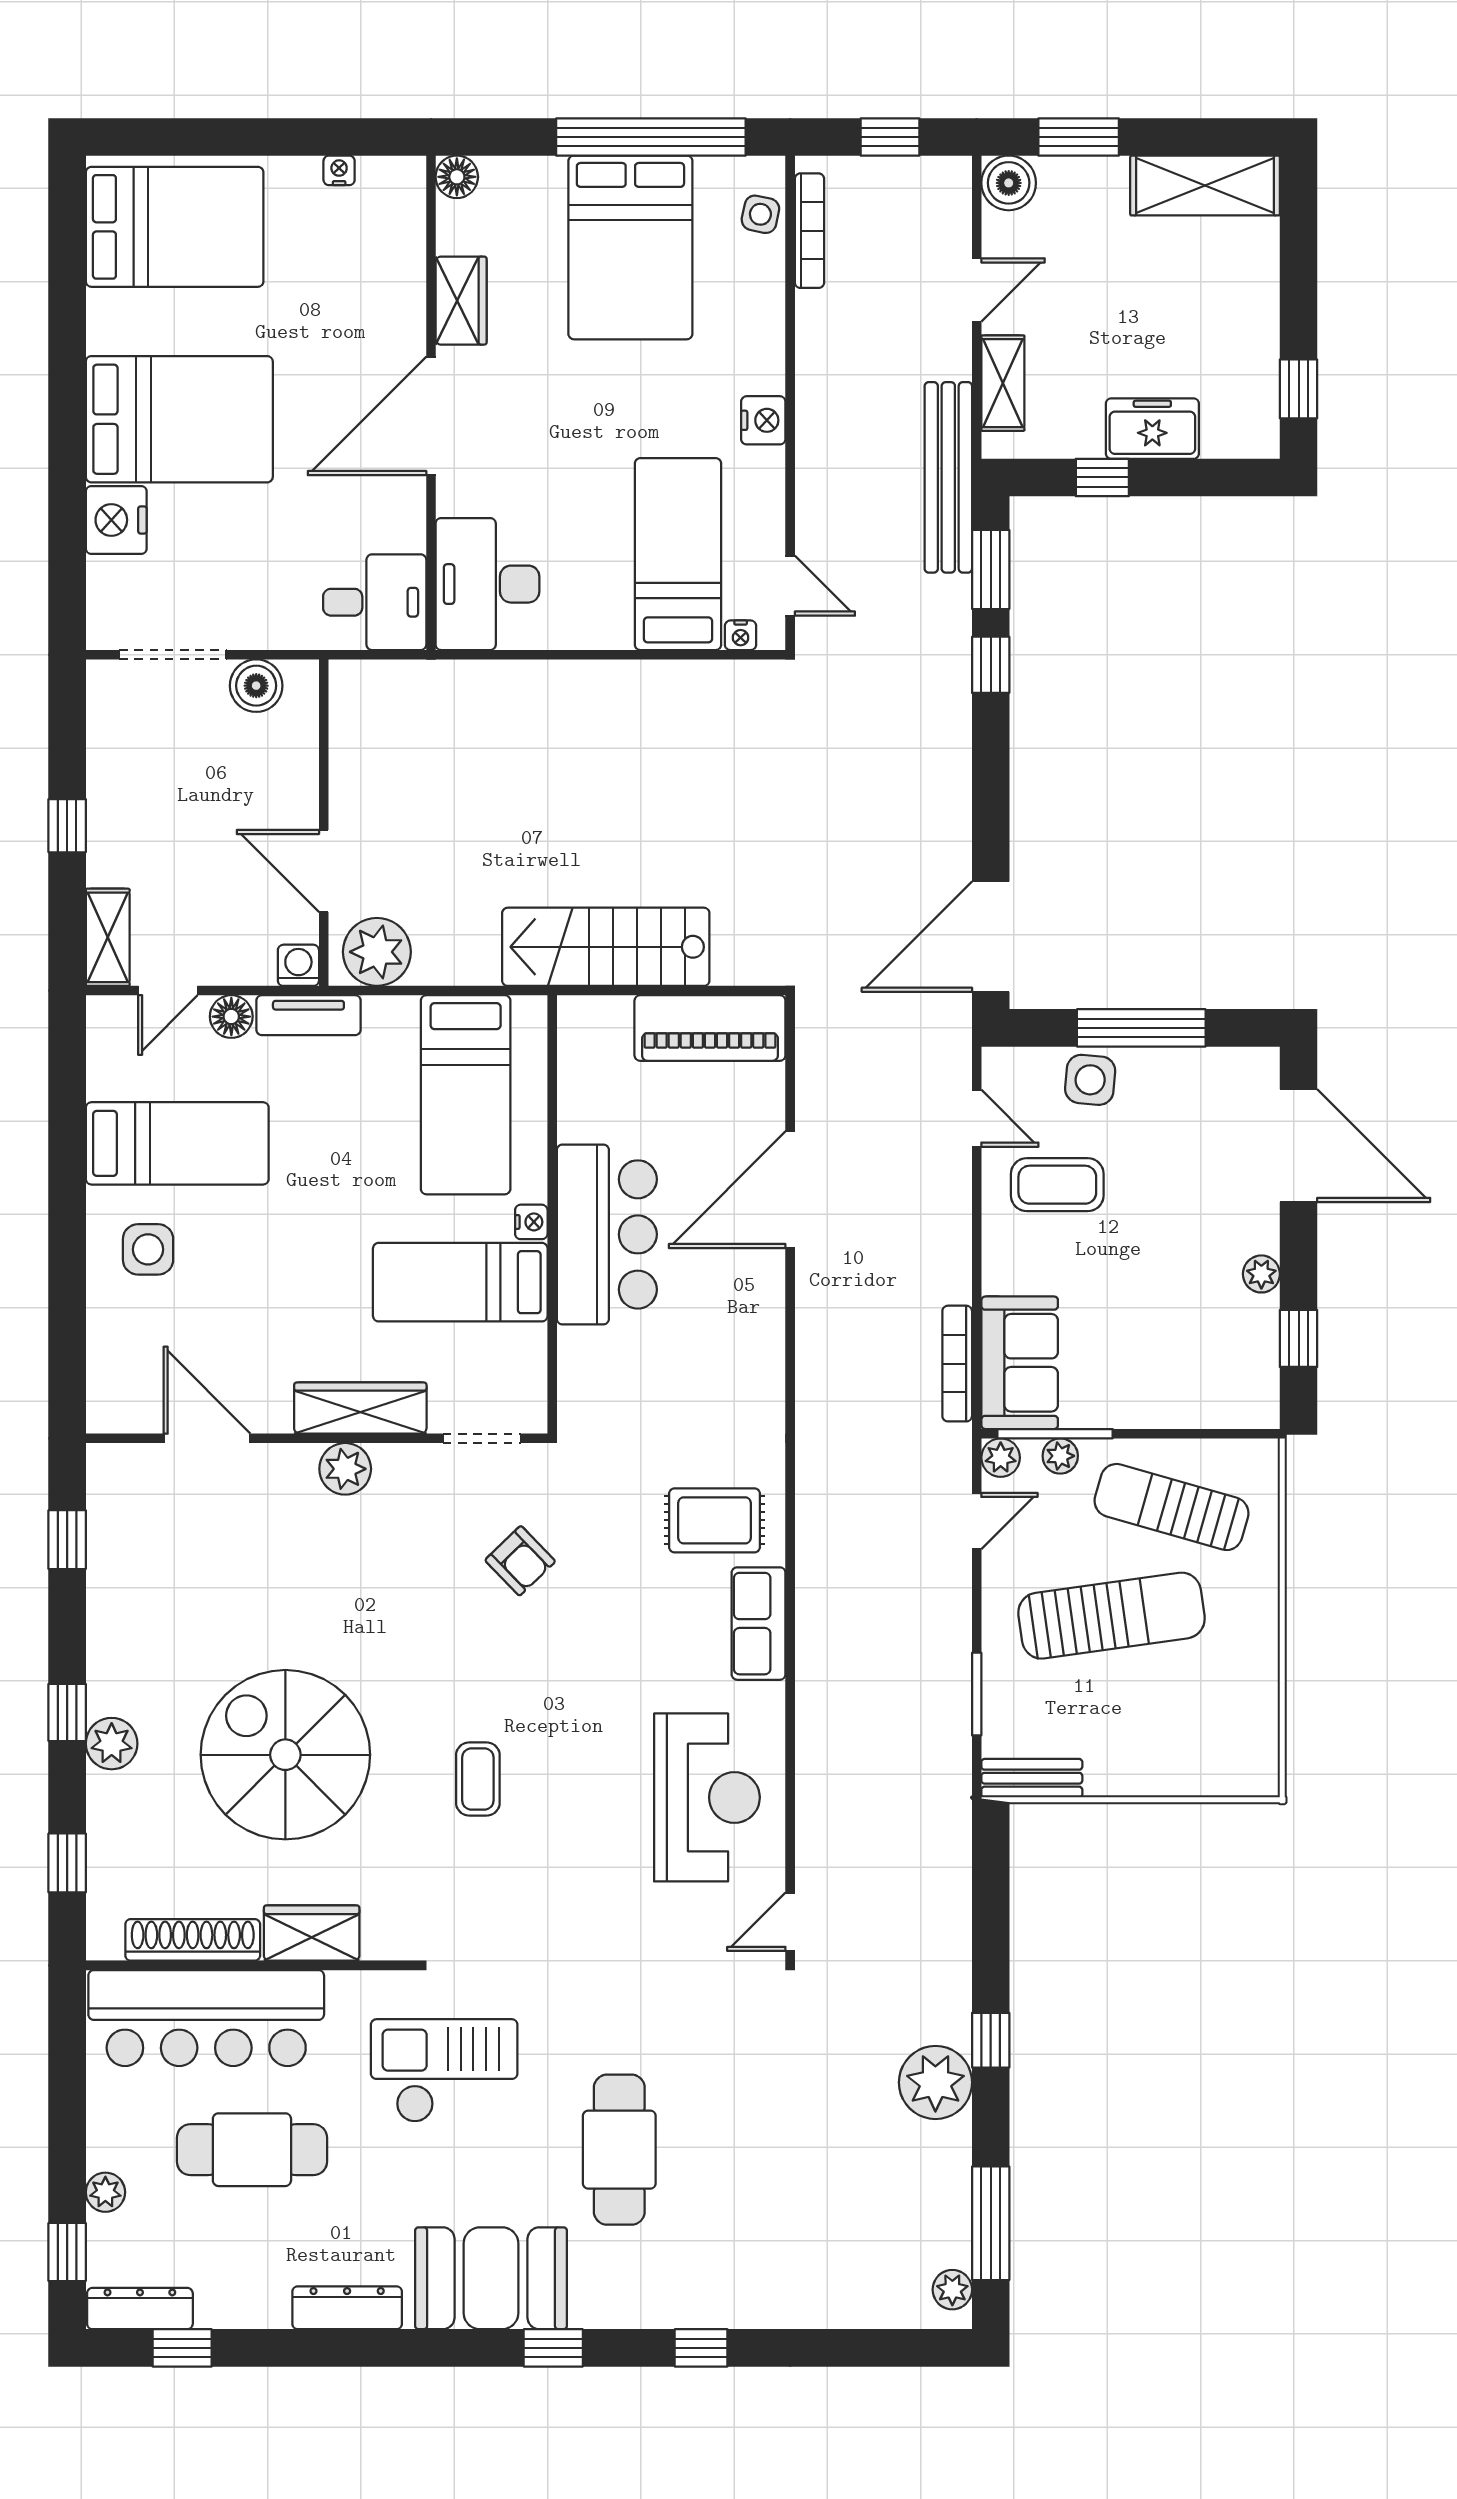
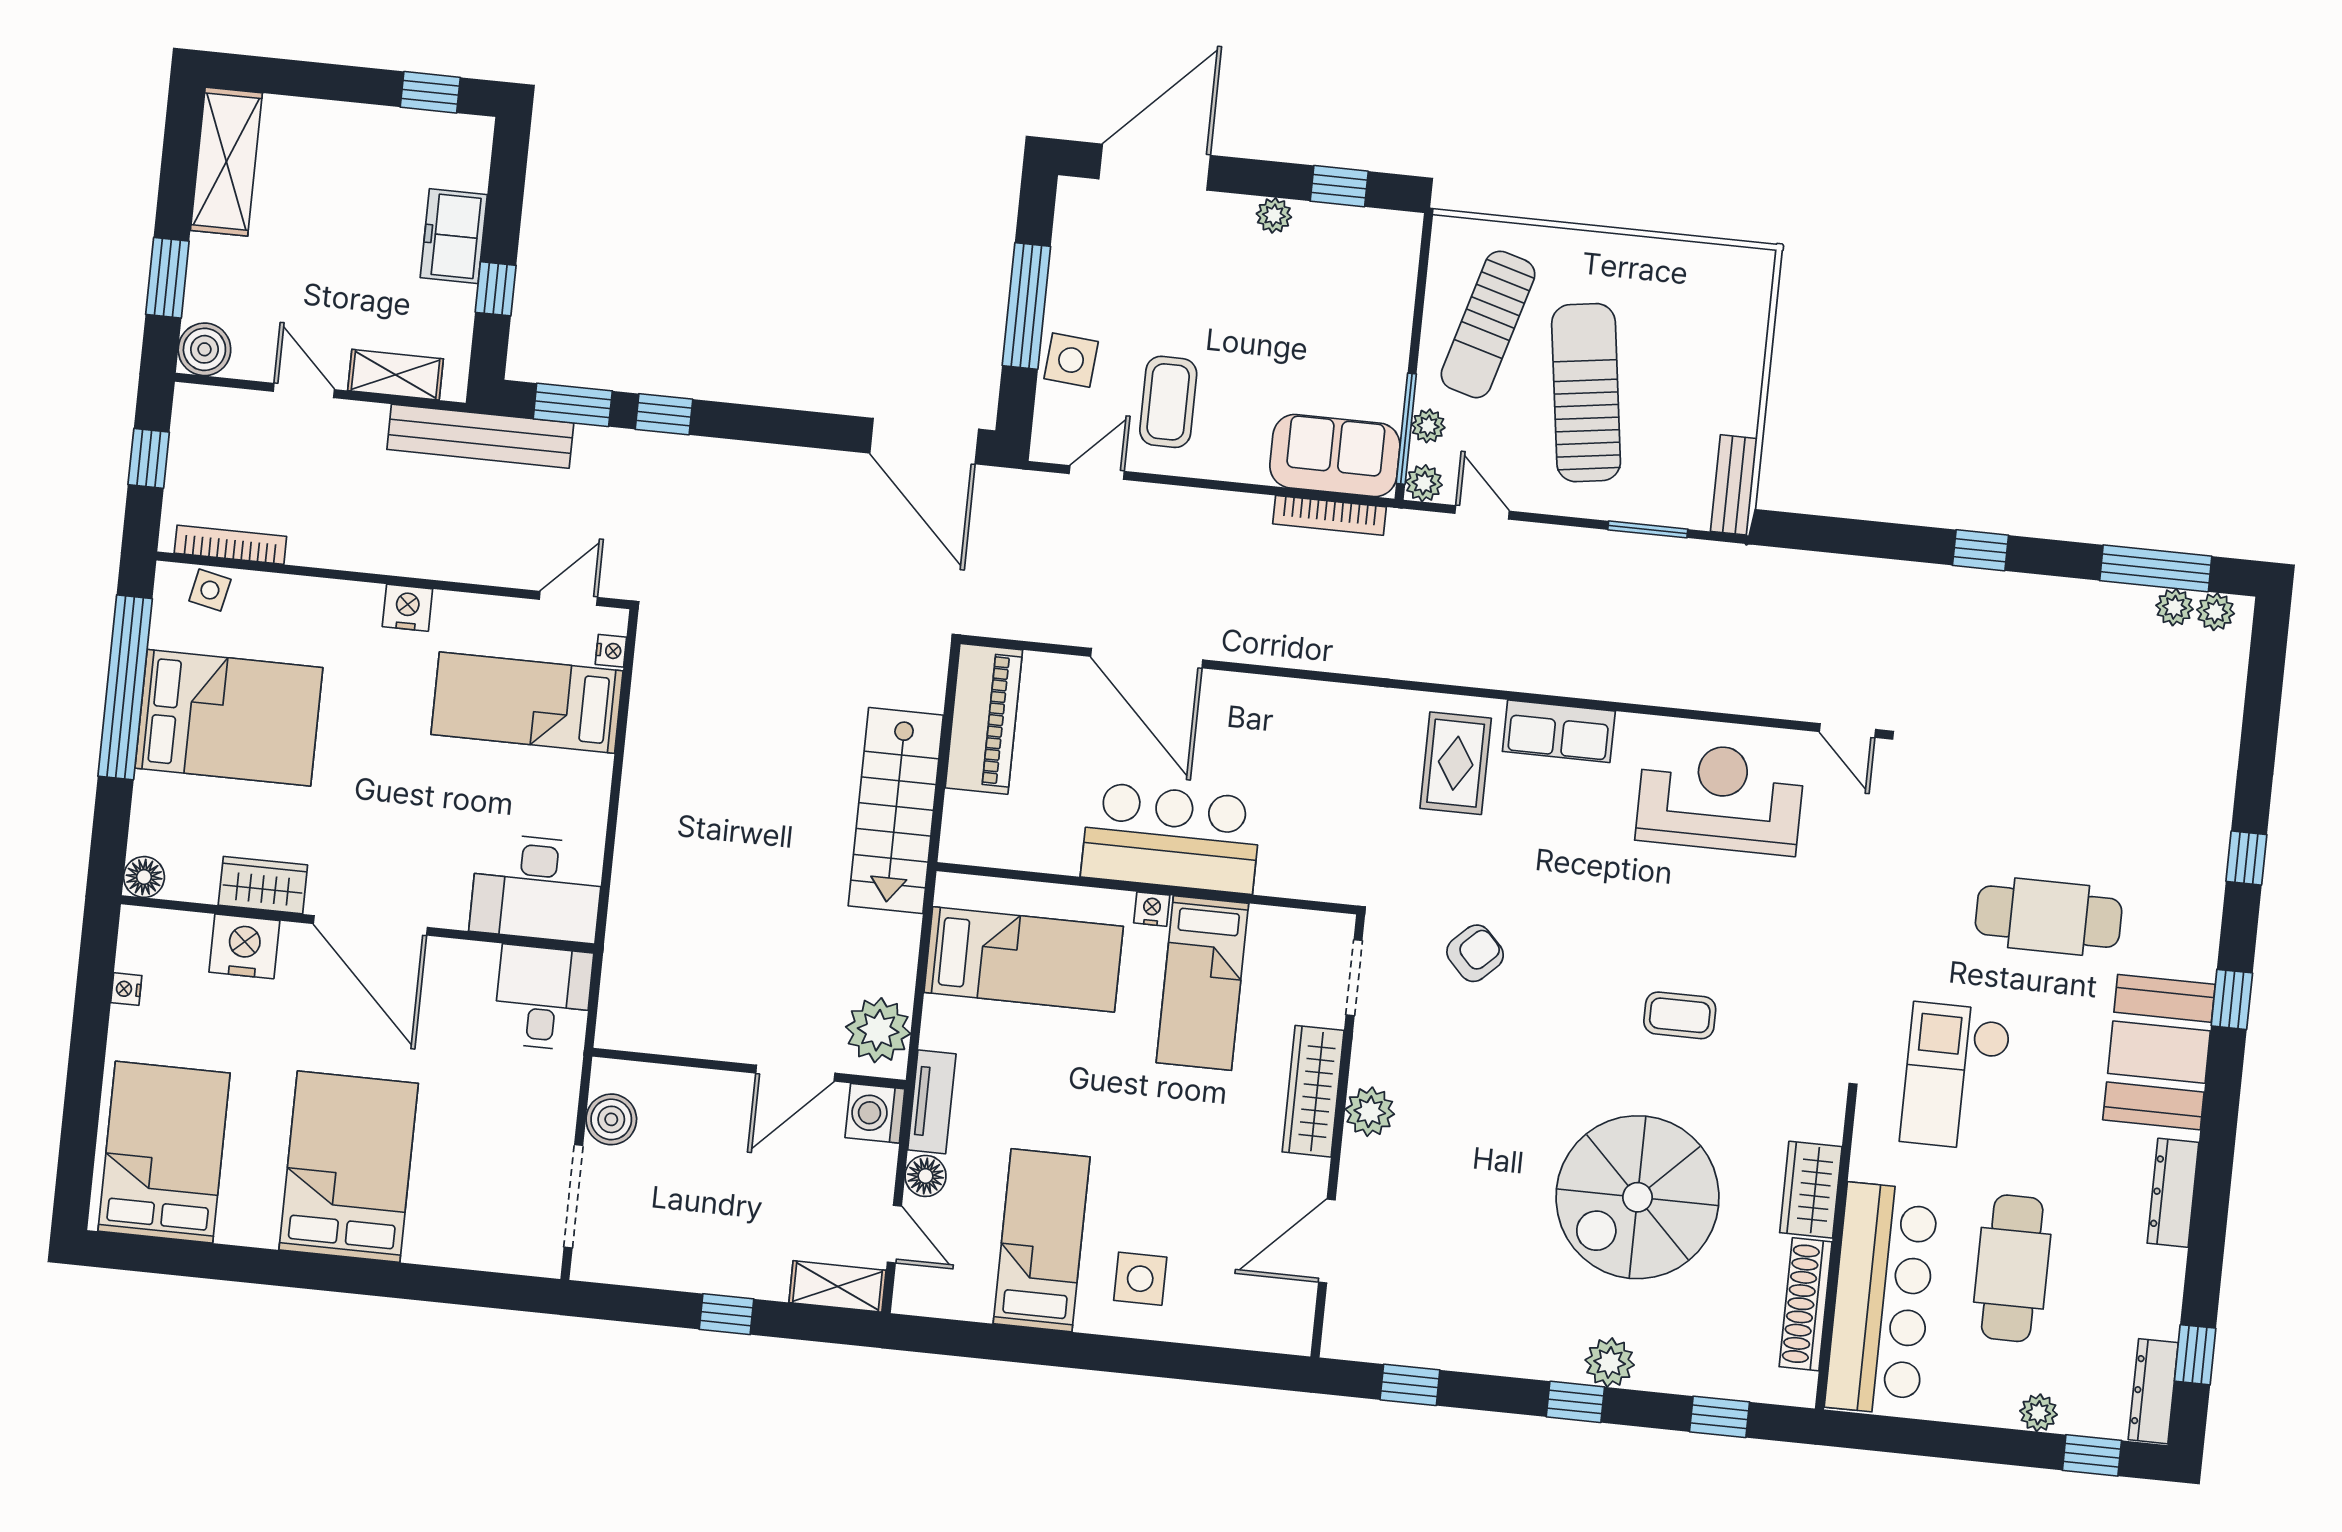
nightstand: (116, 520) -> (244, 946), moved, turned 180
washing machine: (298, 965) -> (875, 1113), width x1.38, depth x1.38
plant: (935, 2082) -> (2174, 607), moved, width x0.53, depth x0.53

